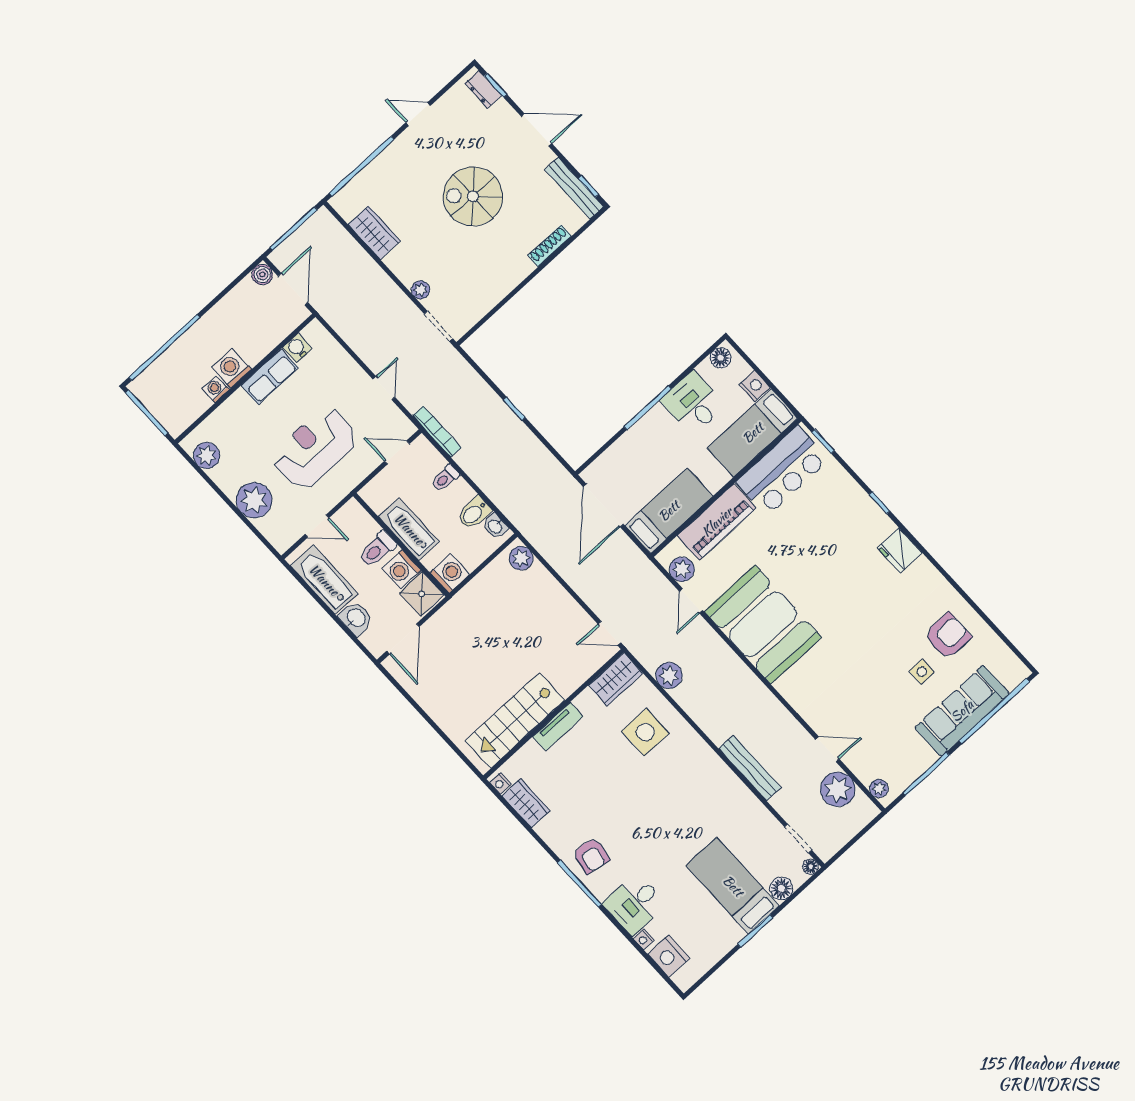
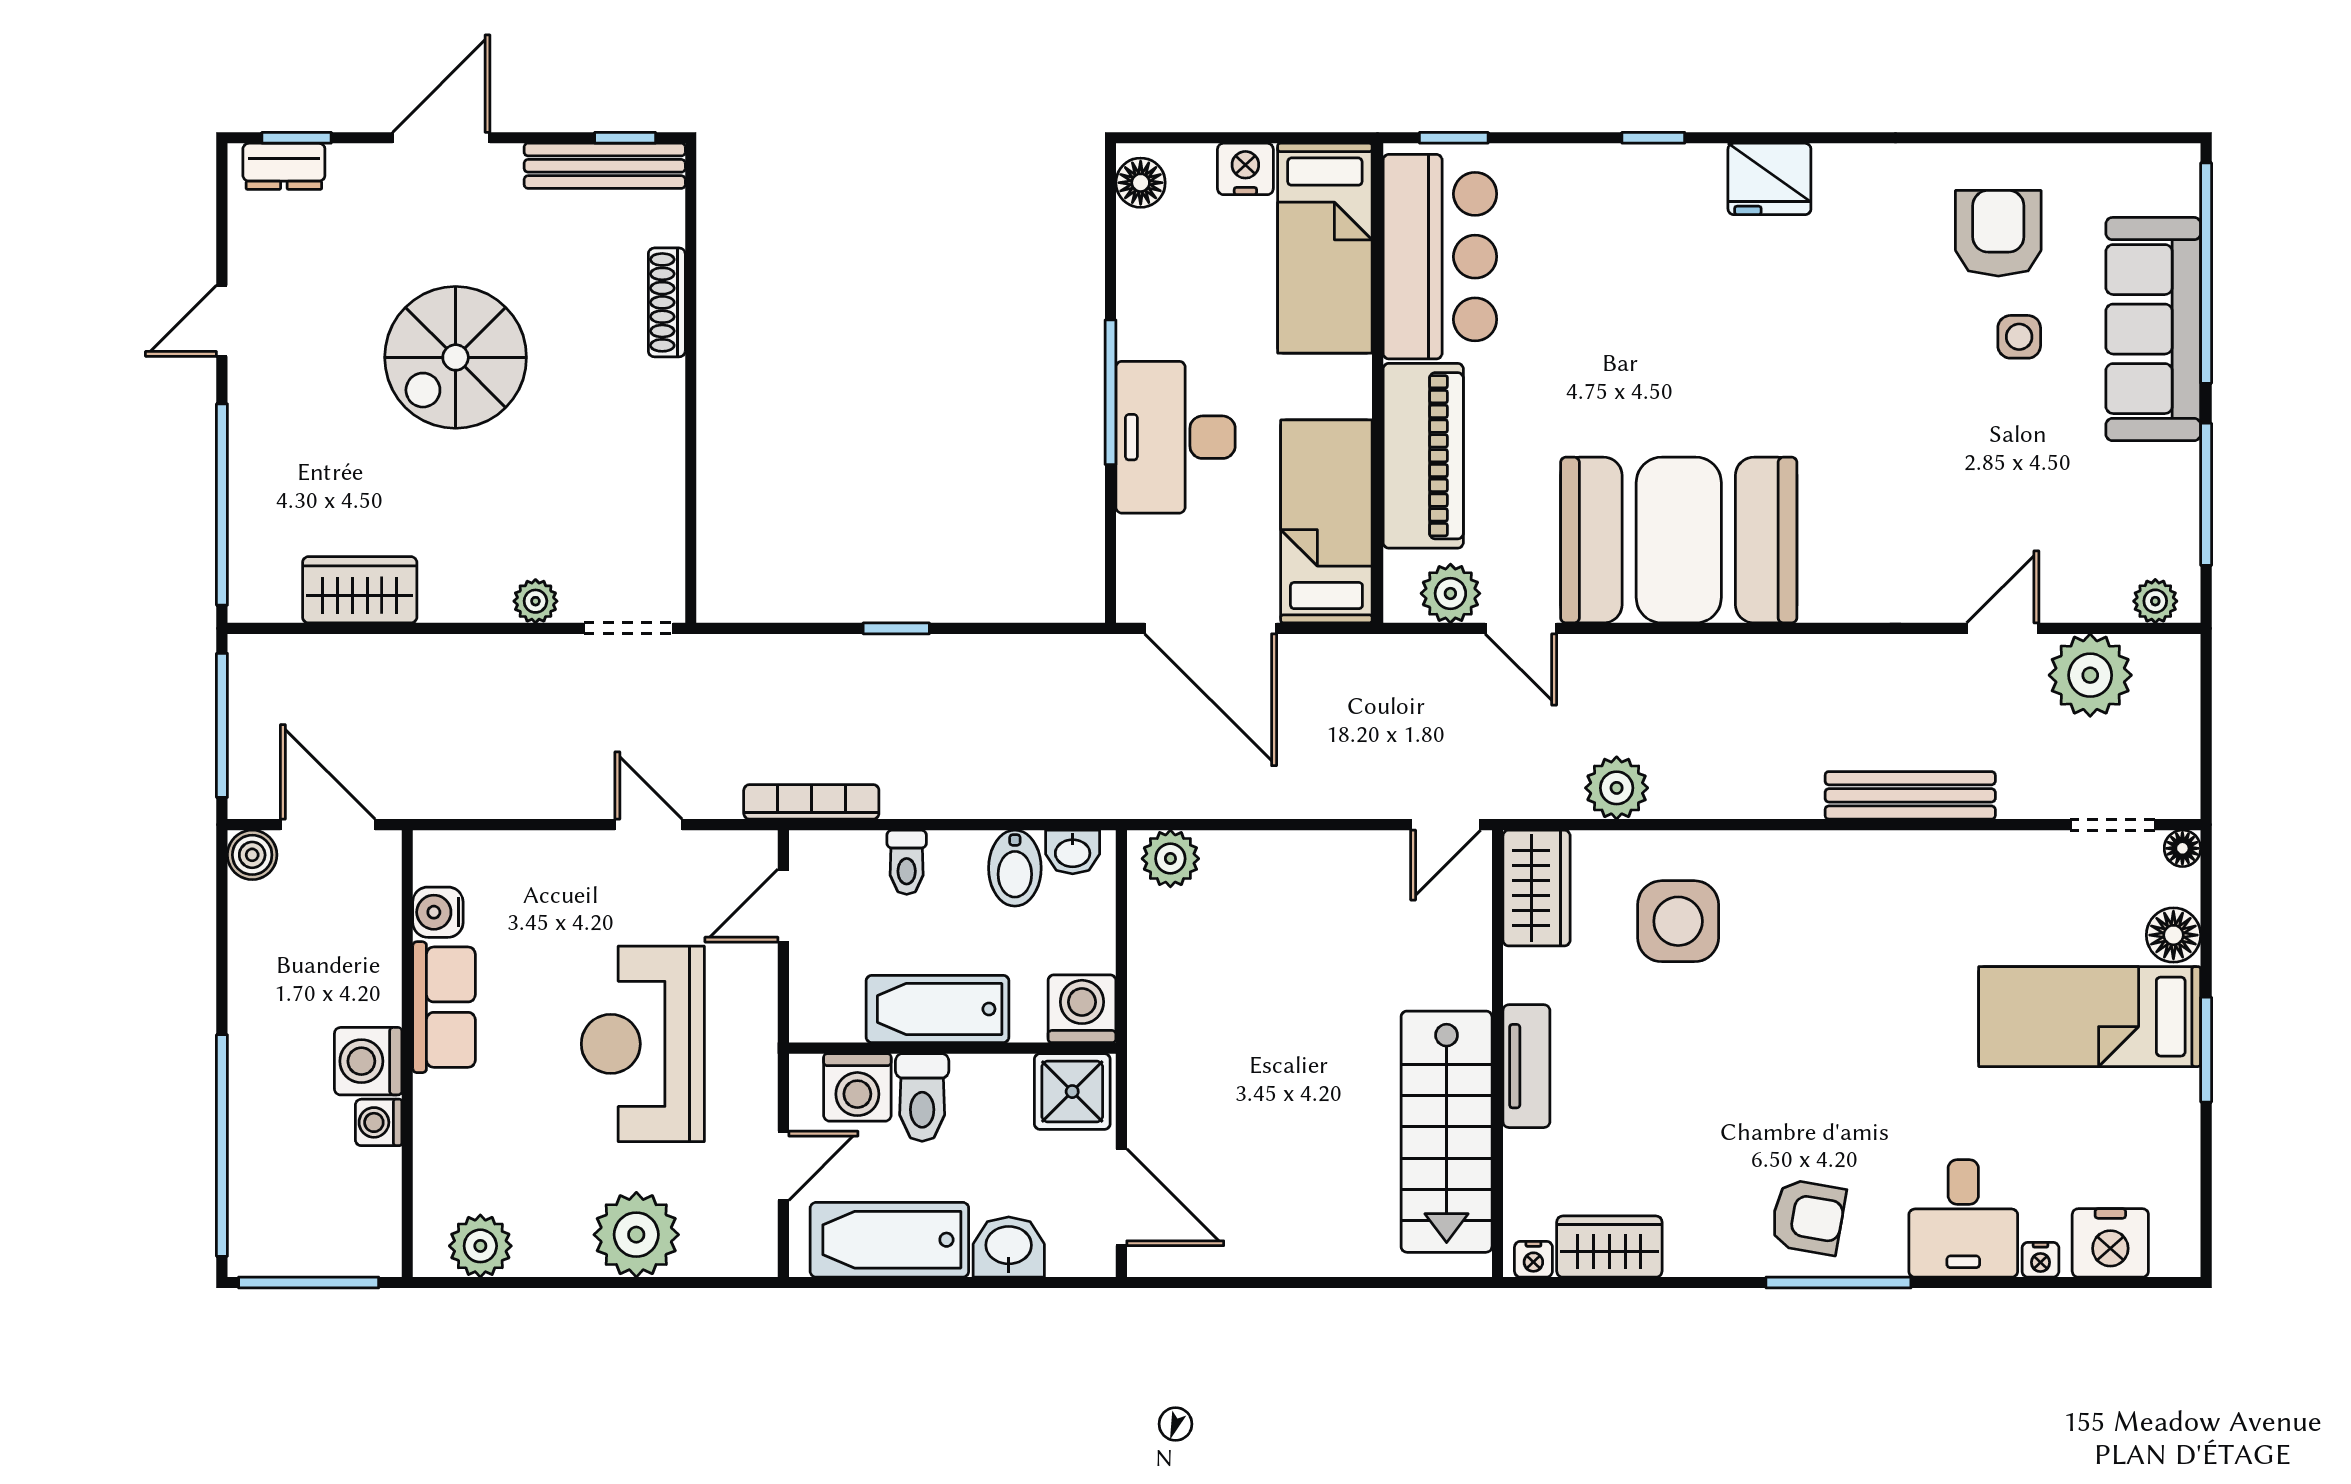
desk: (693, 403) -> (1176, 437), moved, width x1.37
washing machine: (401, 569) -> (857, 1087), moved

